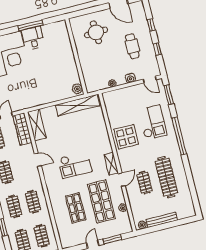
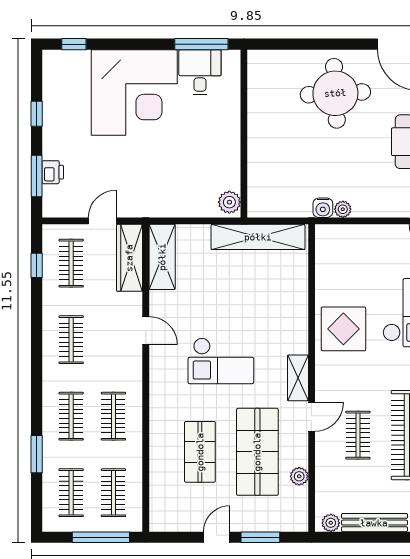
round table: (96, 32) -> (335, 93), width x1.36, depth x1.36
wall: (76, 56) -> (244, 134), moved
water cooler: (130, 78) -> (323, 208), moved
plant: (77, 89) -> (229, 202), moved

